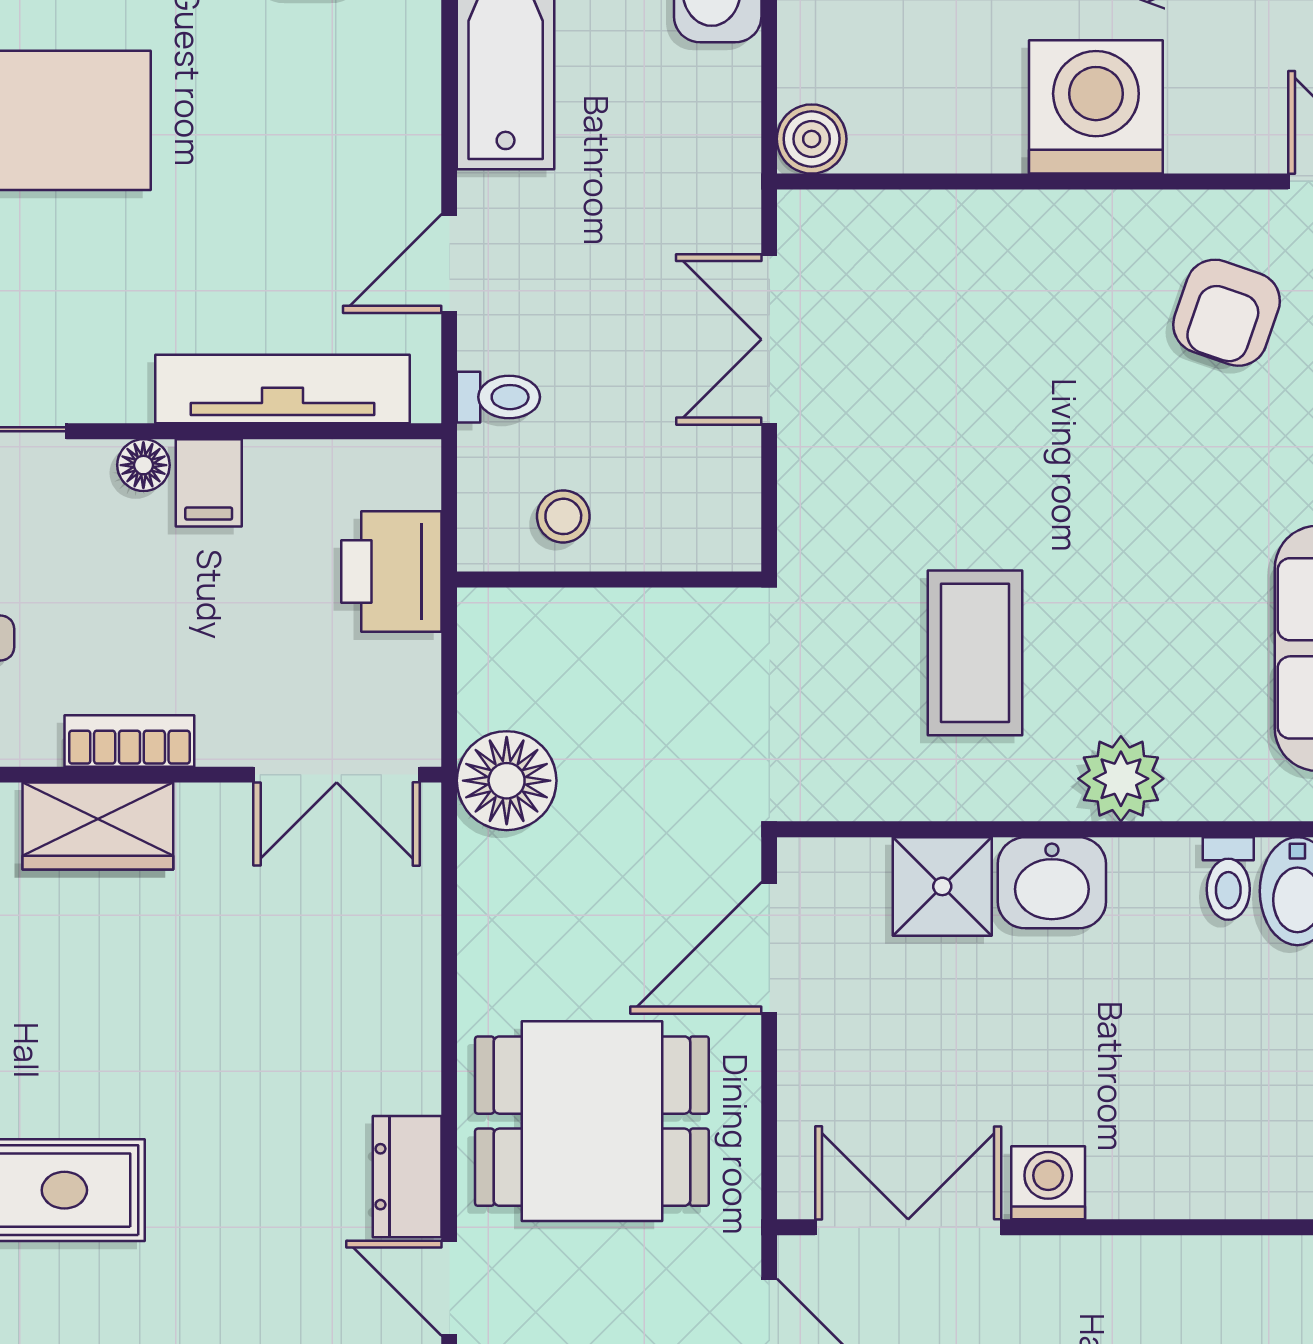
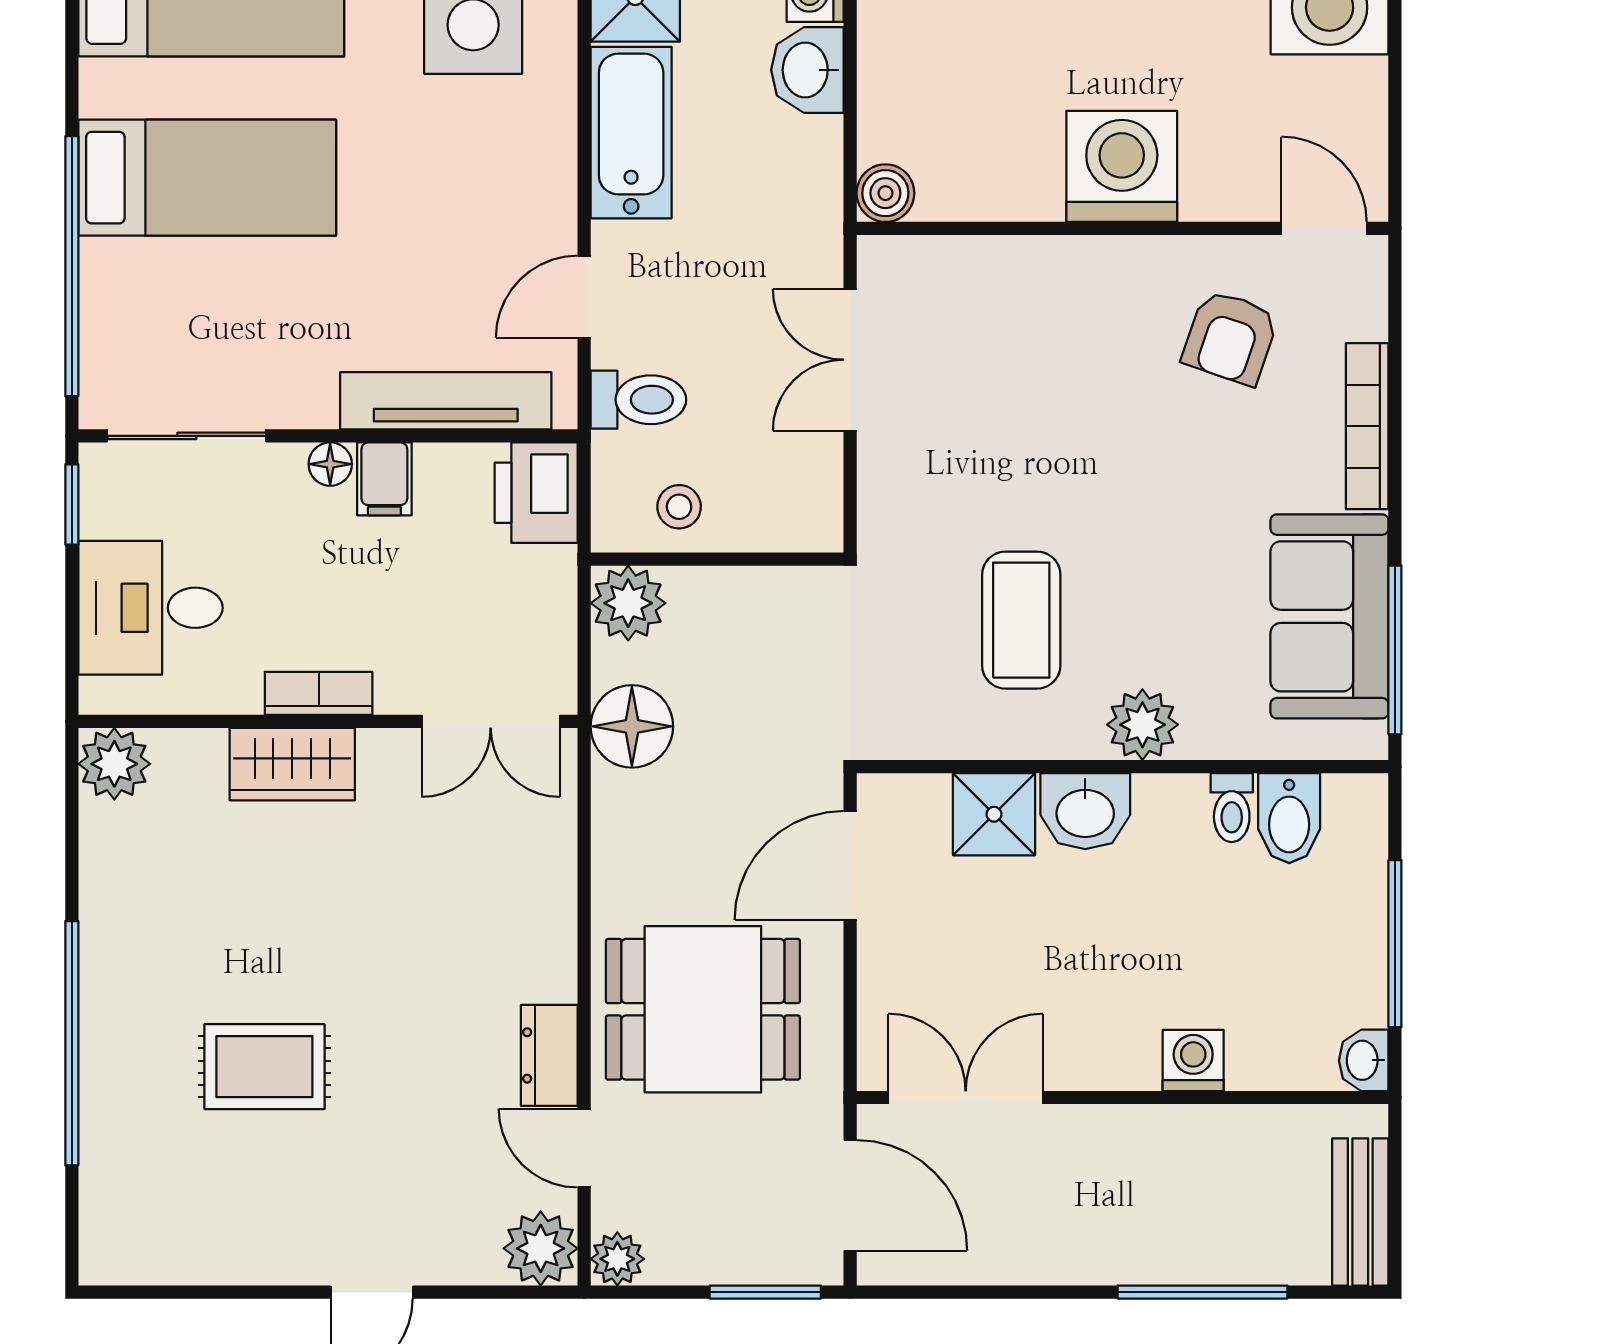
toilet: (498, 397) -> (638, 400), width x1.37, depth x1.39
printer: (391, 571) -> (536, 493), moved
plant: (502, 632) -> (628, 603), added
washing machine: (1048, 1183) -> (1193, 1061), moved

